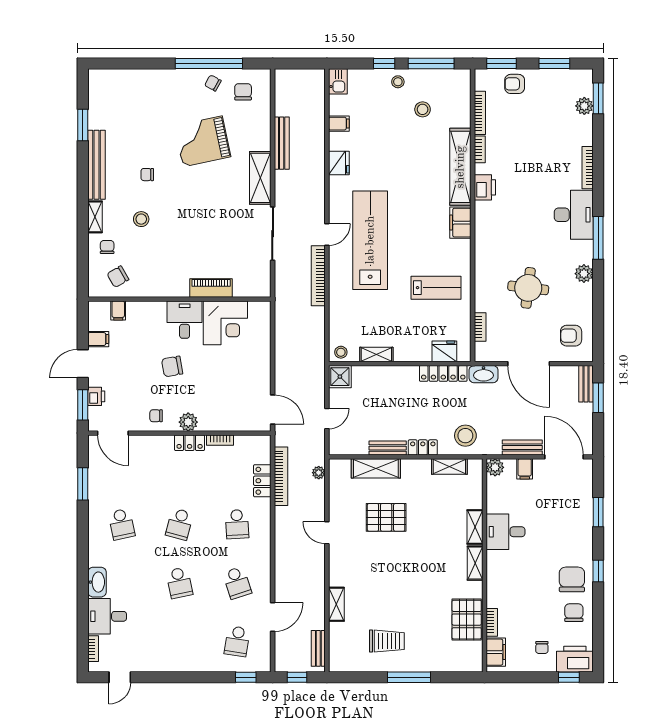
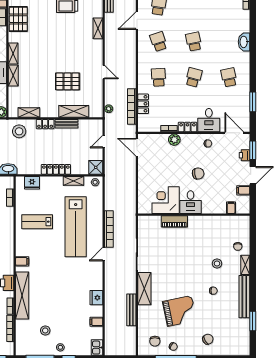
filing cabinet: (460, 223) -> (22, 261), width x0.50
lab bench: (370, 240) -> (76, 227), moved
chair: (118, 277) -> (208, 339), moved
locker: (443, 373) -> (56, 169), moved
plant: (188, 422) -> (174, 140), moved
desk: (107, 616) -> (209, 120), moved, turned 90

